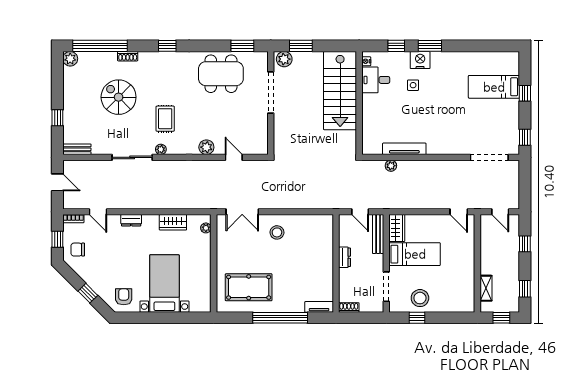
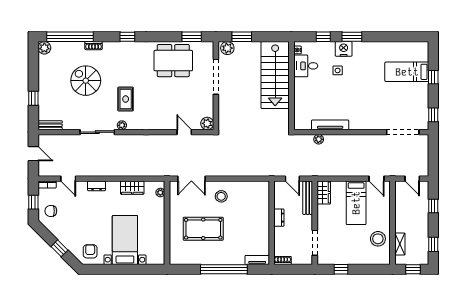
plant: (206, 147) -> (207, 123), moved
bed: (415, 254) -> (356, 203), moved, turned 90
pool table: (249, 287) -> (203, 229), moved
stool: (420, 298) -> (378, 239), moved

